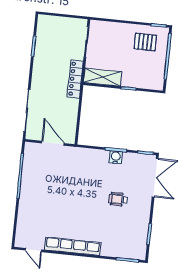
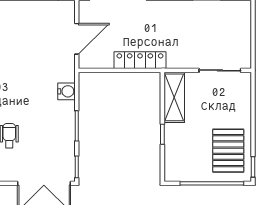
pallet: (145, 42) -> (228, 151), width x1.50, depth x1.42
locker: (75, 79) -> (140, 60), moved
water cooler: (116, 157) -> (67, 91), moved

